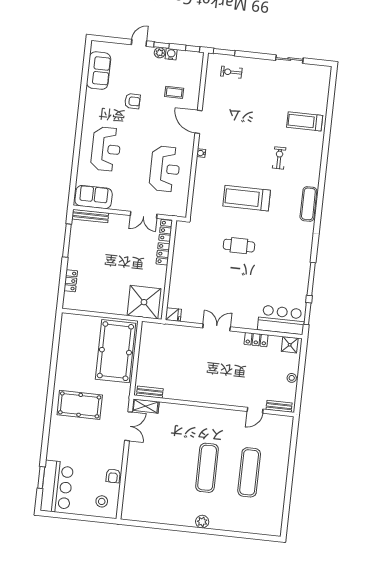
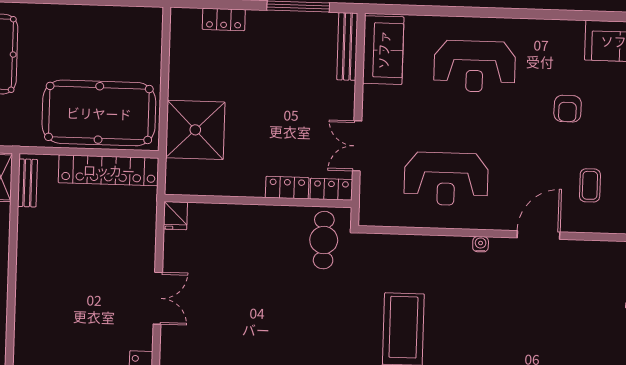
cafe table: (239, 246) -> (324, 240), moved
shower: (144, 302) -> (195, 130), moved
locker: (146, 348) -> (109, 170), added

